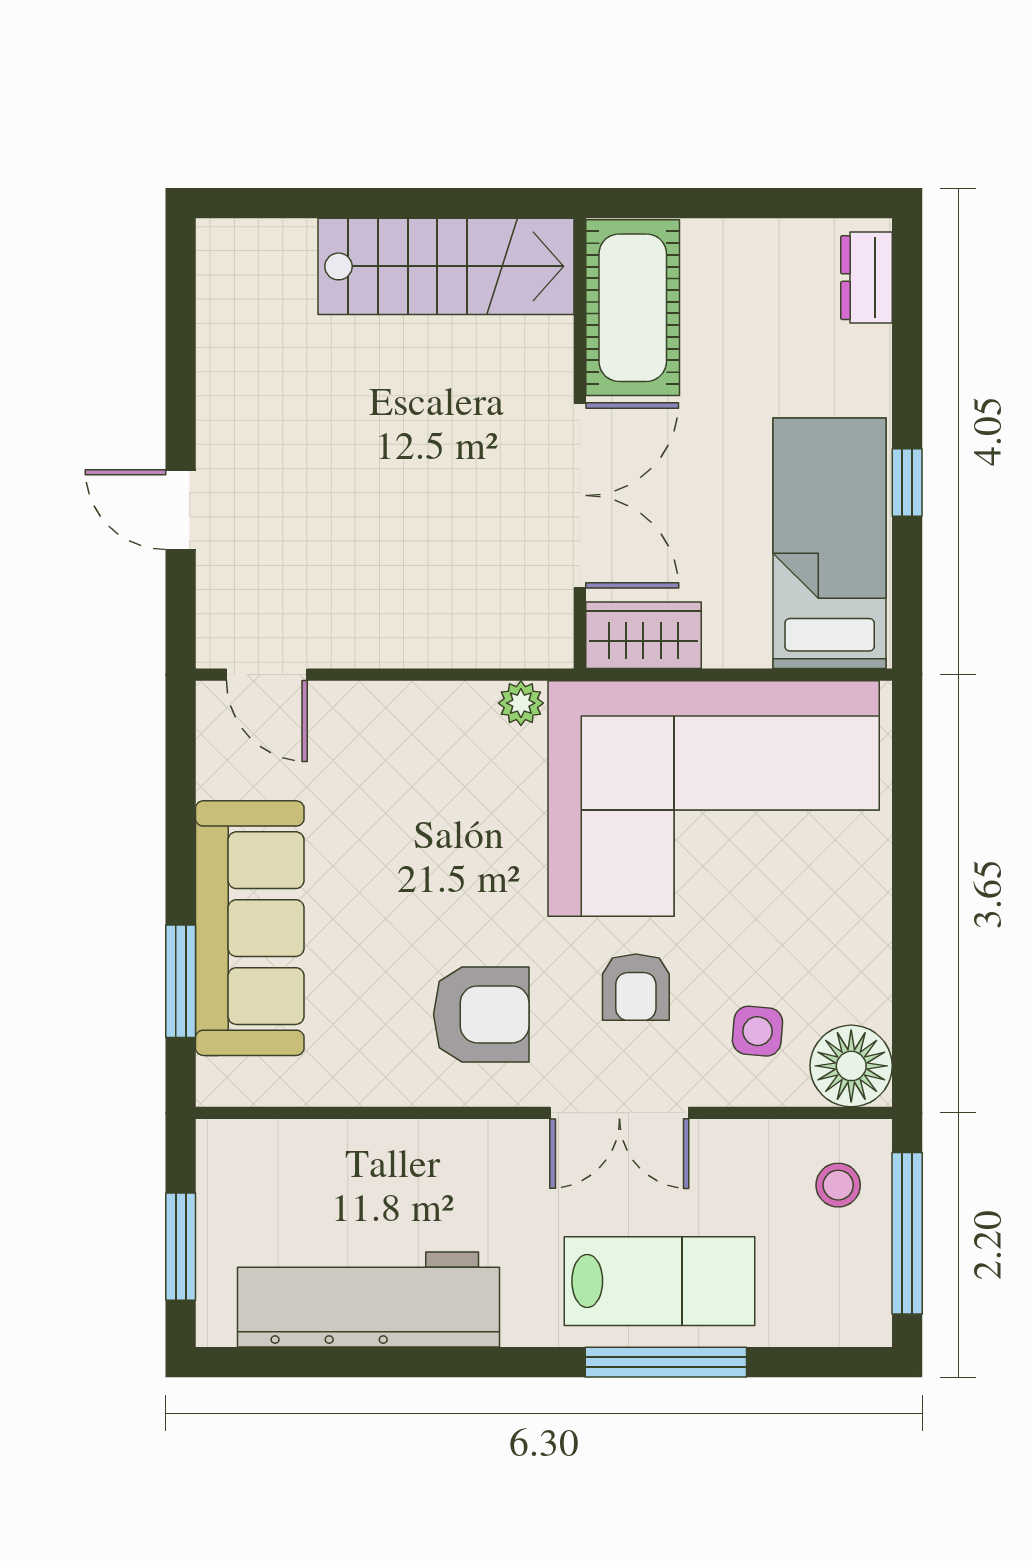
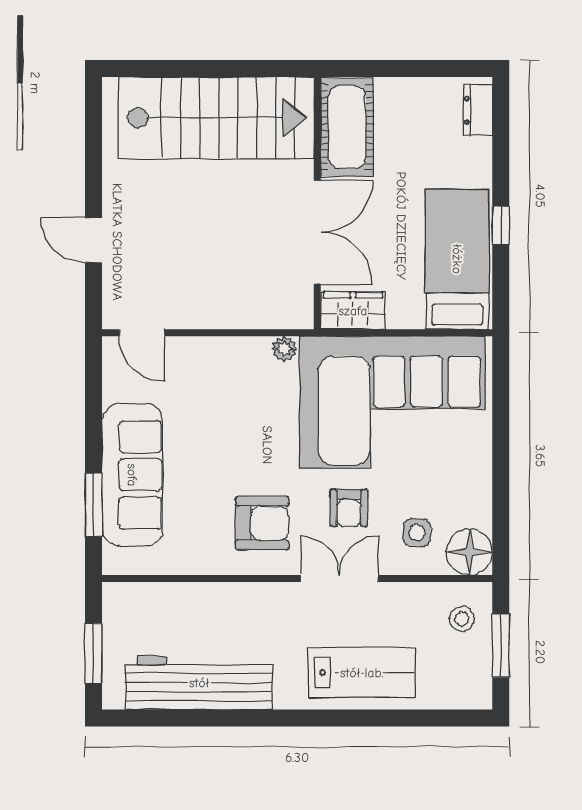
stairs: (446, 266) -> (216, 118), width x1.36, depth x1.51
double door: (619, 1113) -> (339, 578), swing flipped
window: (907, 1233) -> (501, 646), width x0.69
window: (666, 1362) -> (366, 718), removed

